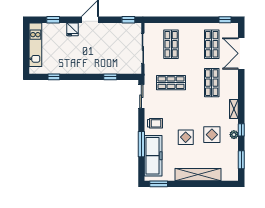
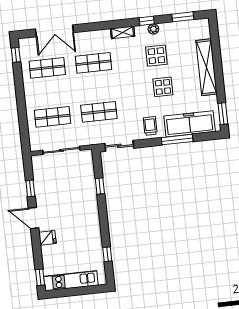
window: (53, 20) -> (40, 277), moved
window: (128, 20) -> (30, 188), moved
shop shelf: (171, 83) -> (99, 112), turned 90

